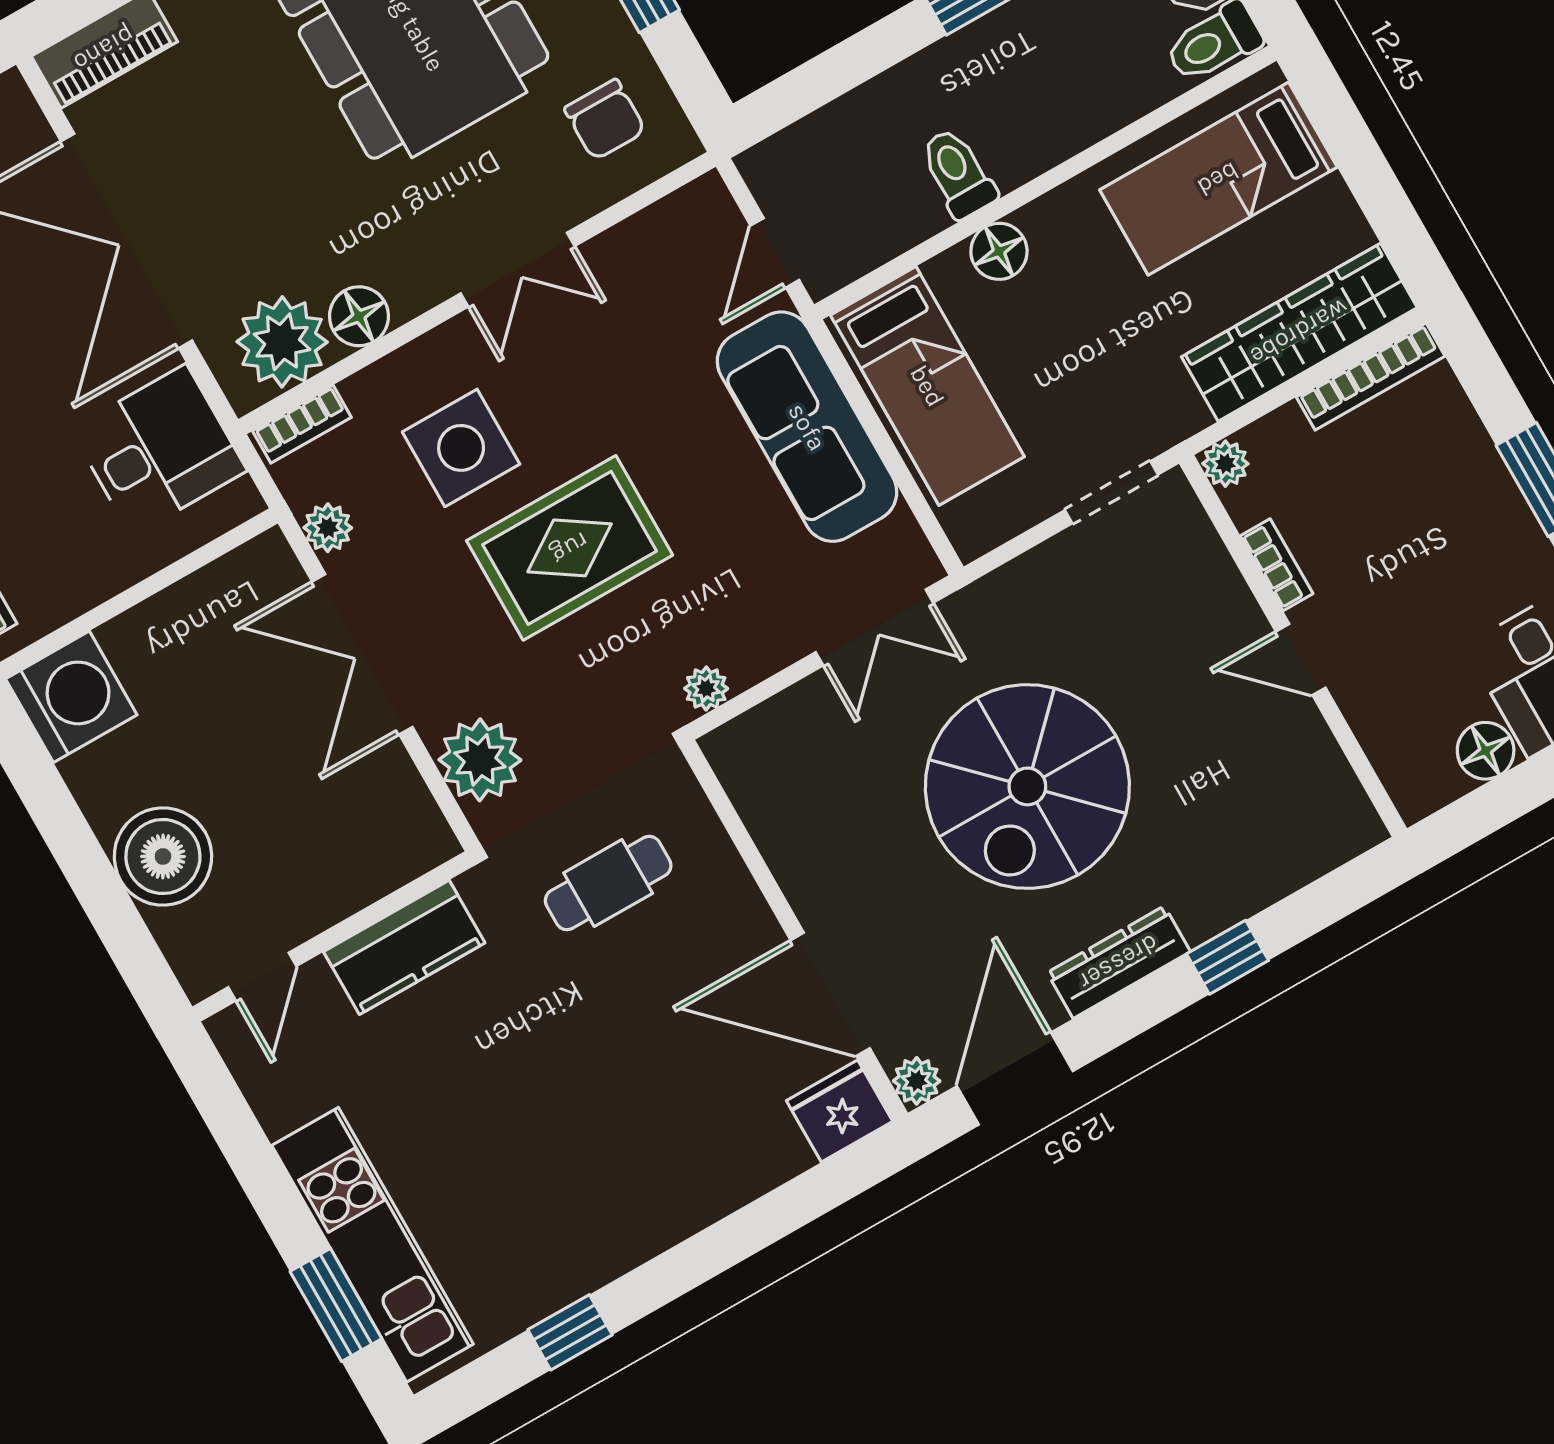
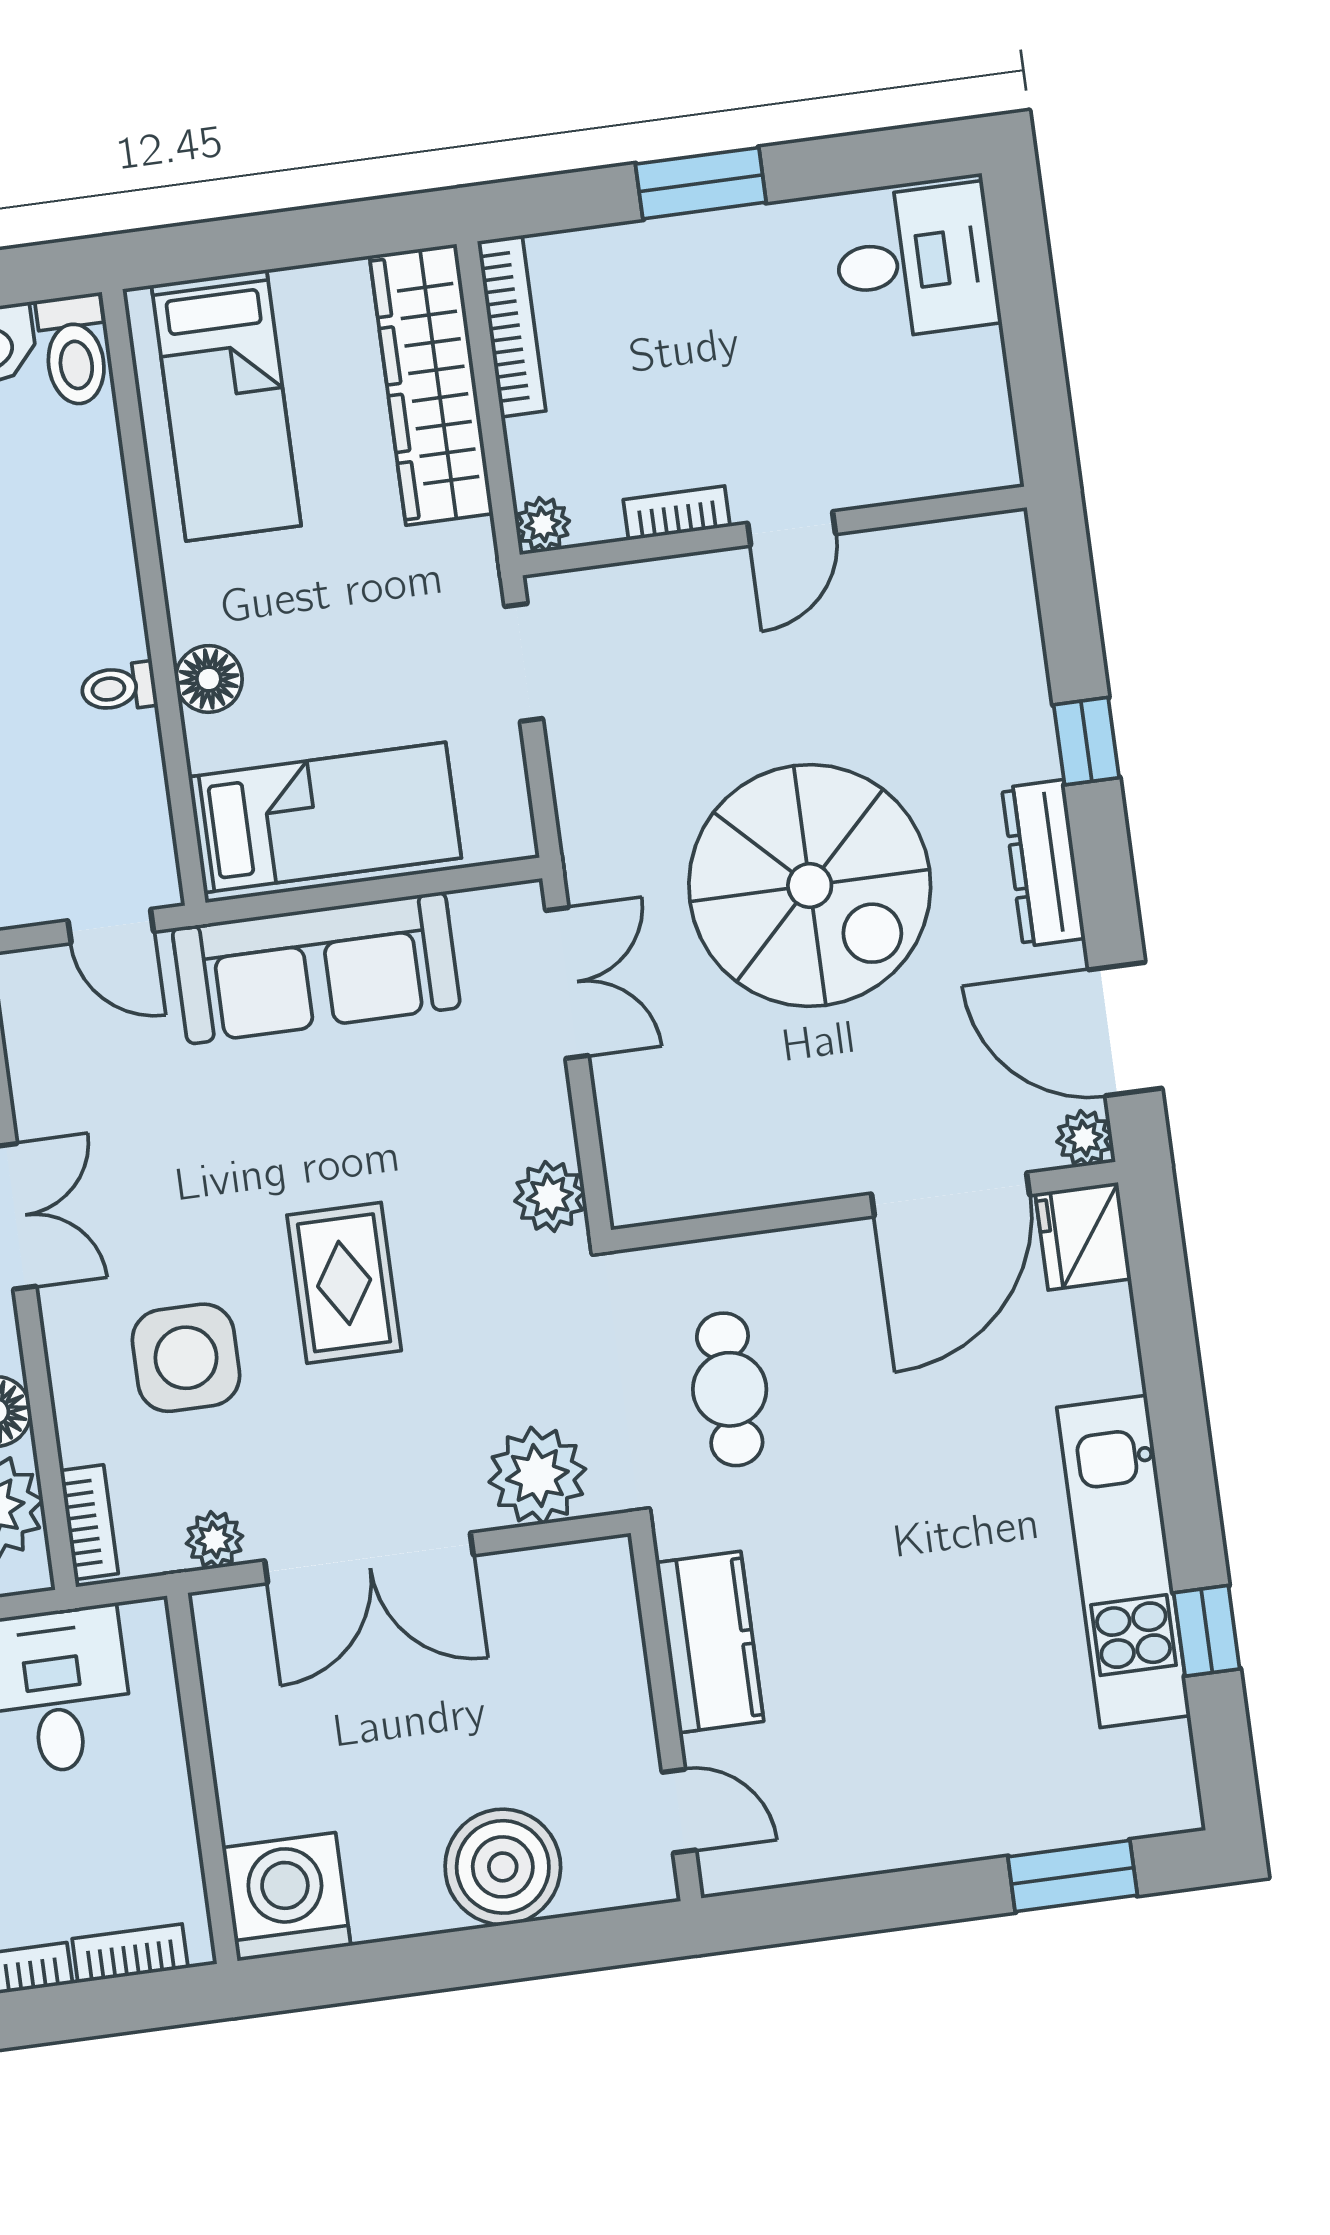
toilet: (958, 173) -> (119, 688), width x0.73, depth x0.72
rug: (570, 548) -> (344, 1283), width x0.73, depth x0.70
plant: (706, 688) -> (550, 1196), width x1.38, depth x1.38
floor lamp: (1486, 751) -> (974, 366), removed
kitchen unit: (373, 1245) -> (1124, 1561), moved, turned -90

